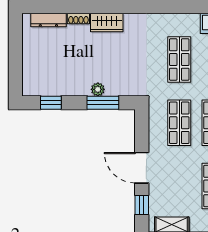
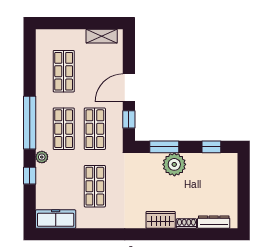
plant: (98, 89) -> (174, 164), width x1.88, depth x1.88
door: (142, 168) -> (129, 88), swing flipped
window: (142, 205) -> (129, 119), moved

